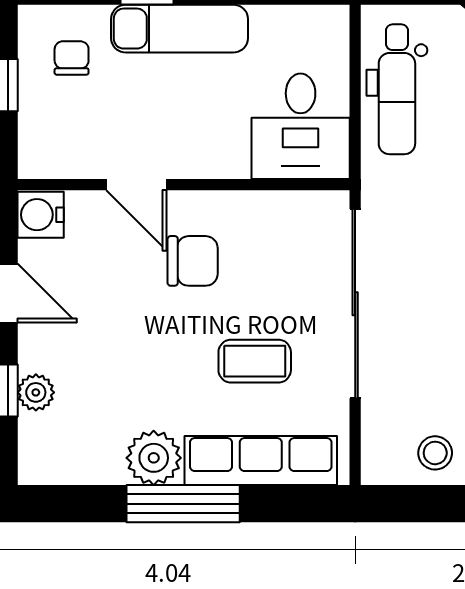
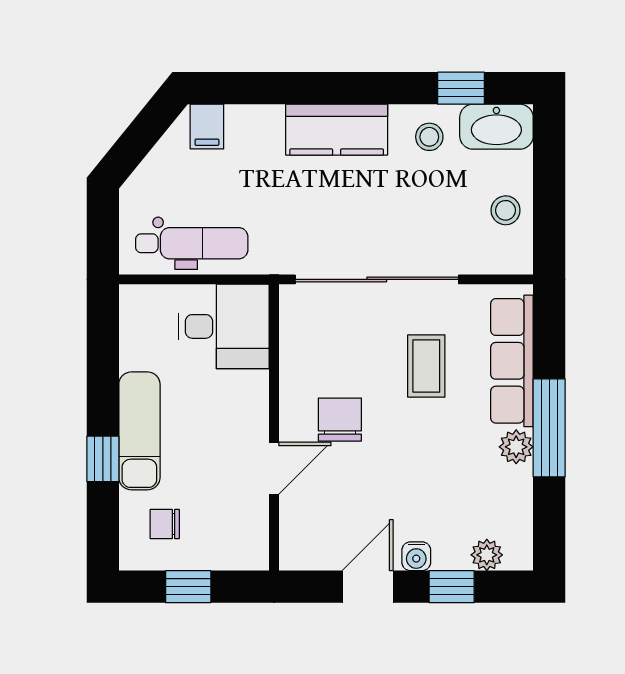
water cooler: (41, 215) -> (416, 556), moved, width x0.72, depth x0.72
plant: (36, 392) -> (487, 555), moved
plant: (154, 458) -> (516, 447), width x0.73, depth x0.73

